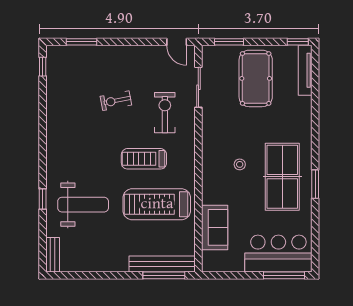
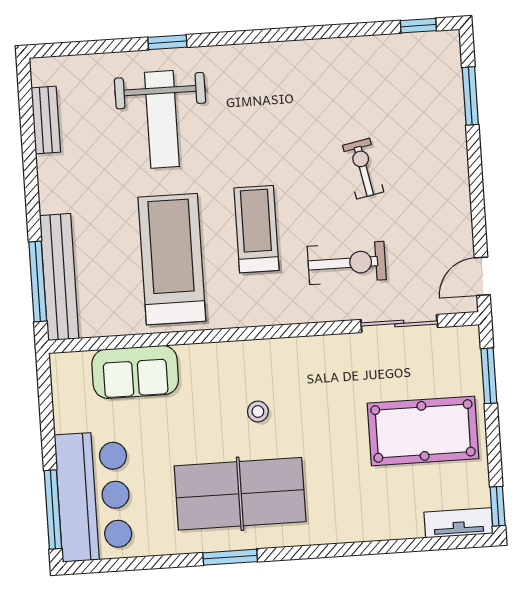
tv unit: (305, 70) -> (459, 523), width x0.71
bench: (53, 255) -> (46, 120), moved, turned 90

